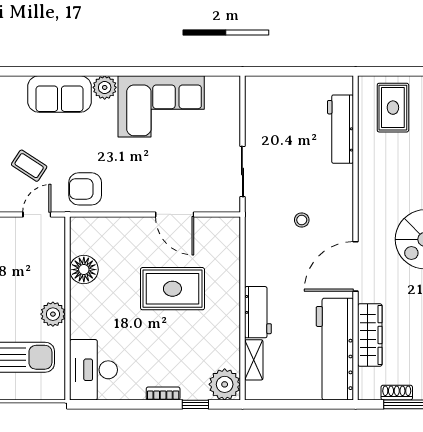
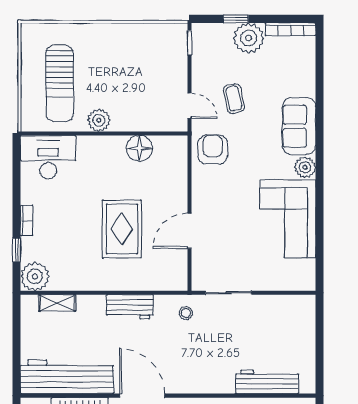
coffee table: (29, 166) -> (234, 99), turned -45
stool: (302, 220) -> (186, 313), moved
workbench: (258, 312) -> (130, 307), moved

